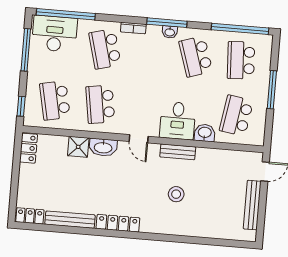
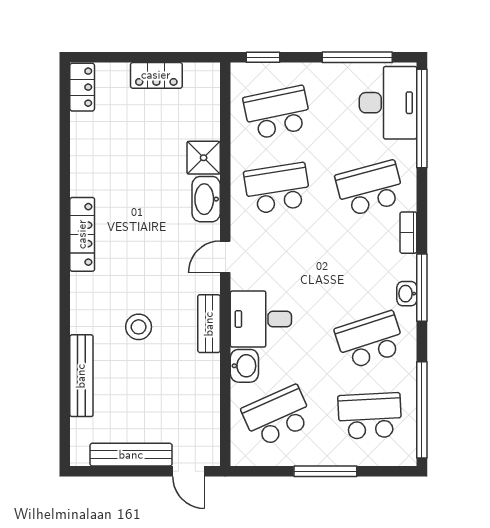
school desk: (236, 116) -> (277, 416), turned -33
locker: (29, 148) -> (156, 75), moved
bench: (70, 220) -> (81, 376), moved

